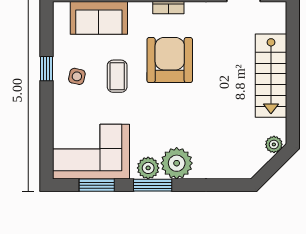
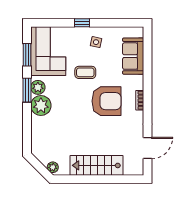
window: (46, 69) -> (82, 23), moved
coffee table: (117, 76) -> (85, 72), moved

